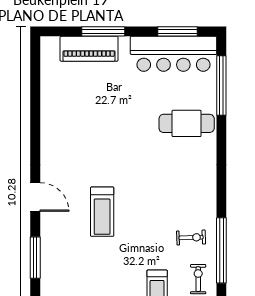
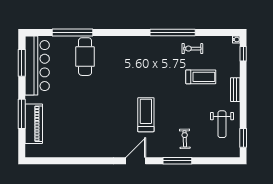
window: (221, 86) -> (73, 33), moved
treadmill: (102, 212) -> (146, 115), turned -90
exercise bike: (191, 237) -> (185, 139), moved

